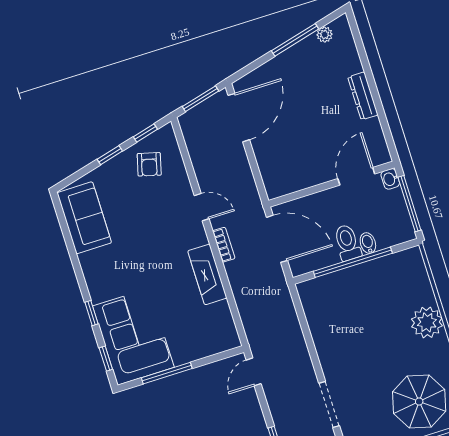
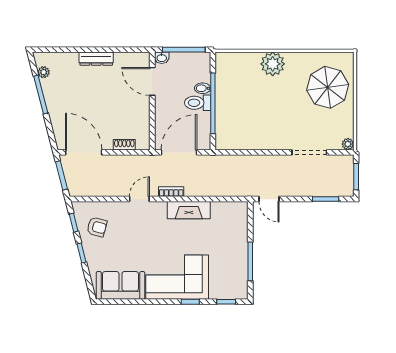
shoe rack: (265, 166) -> (124, 145), added
corner sofa: (133, 337) -> (177, 277), moved

